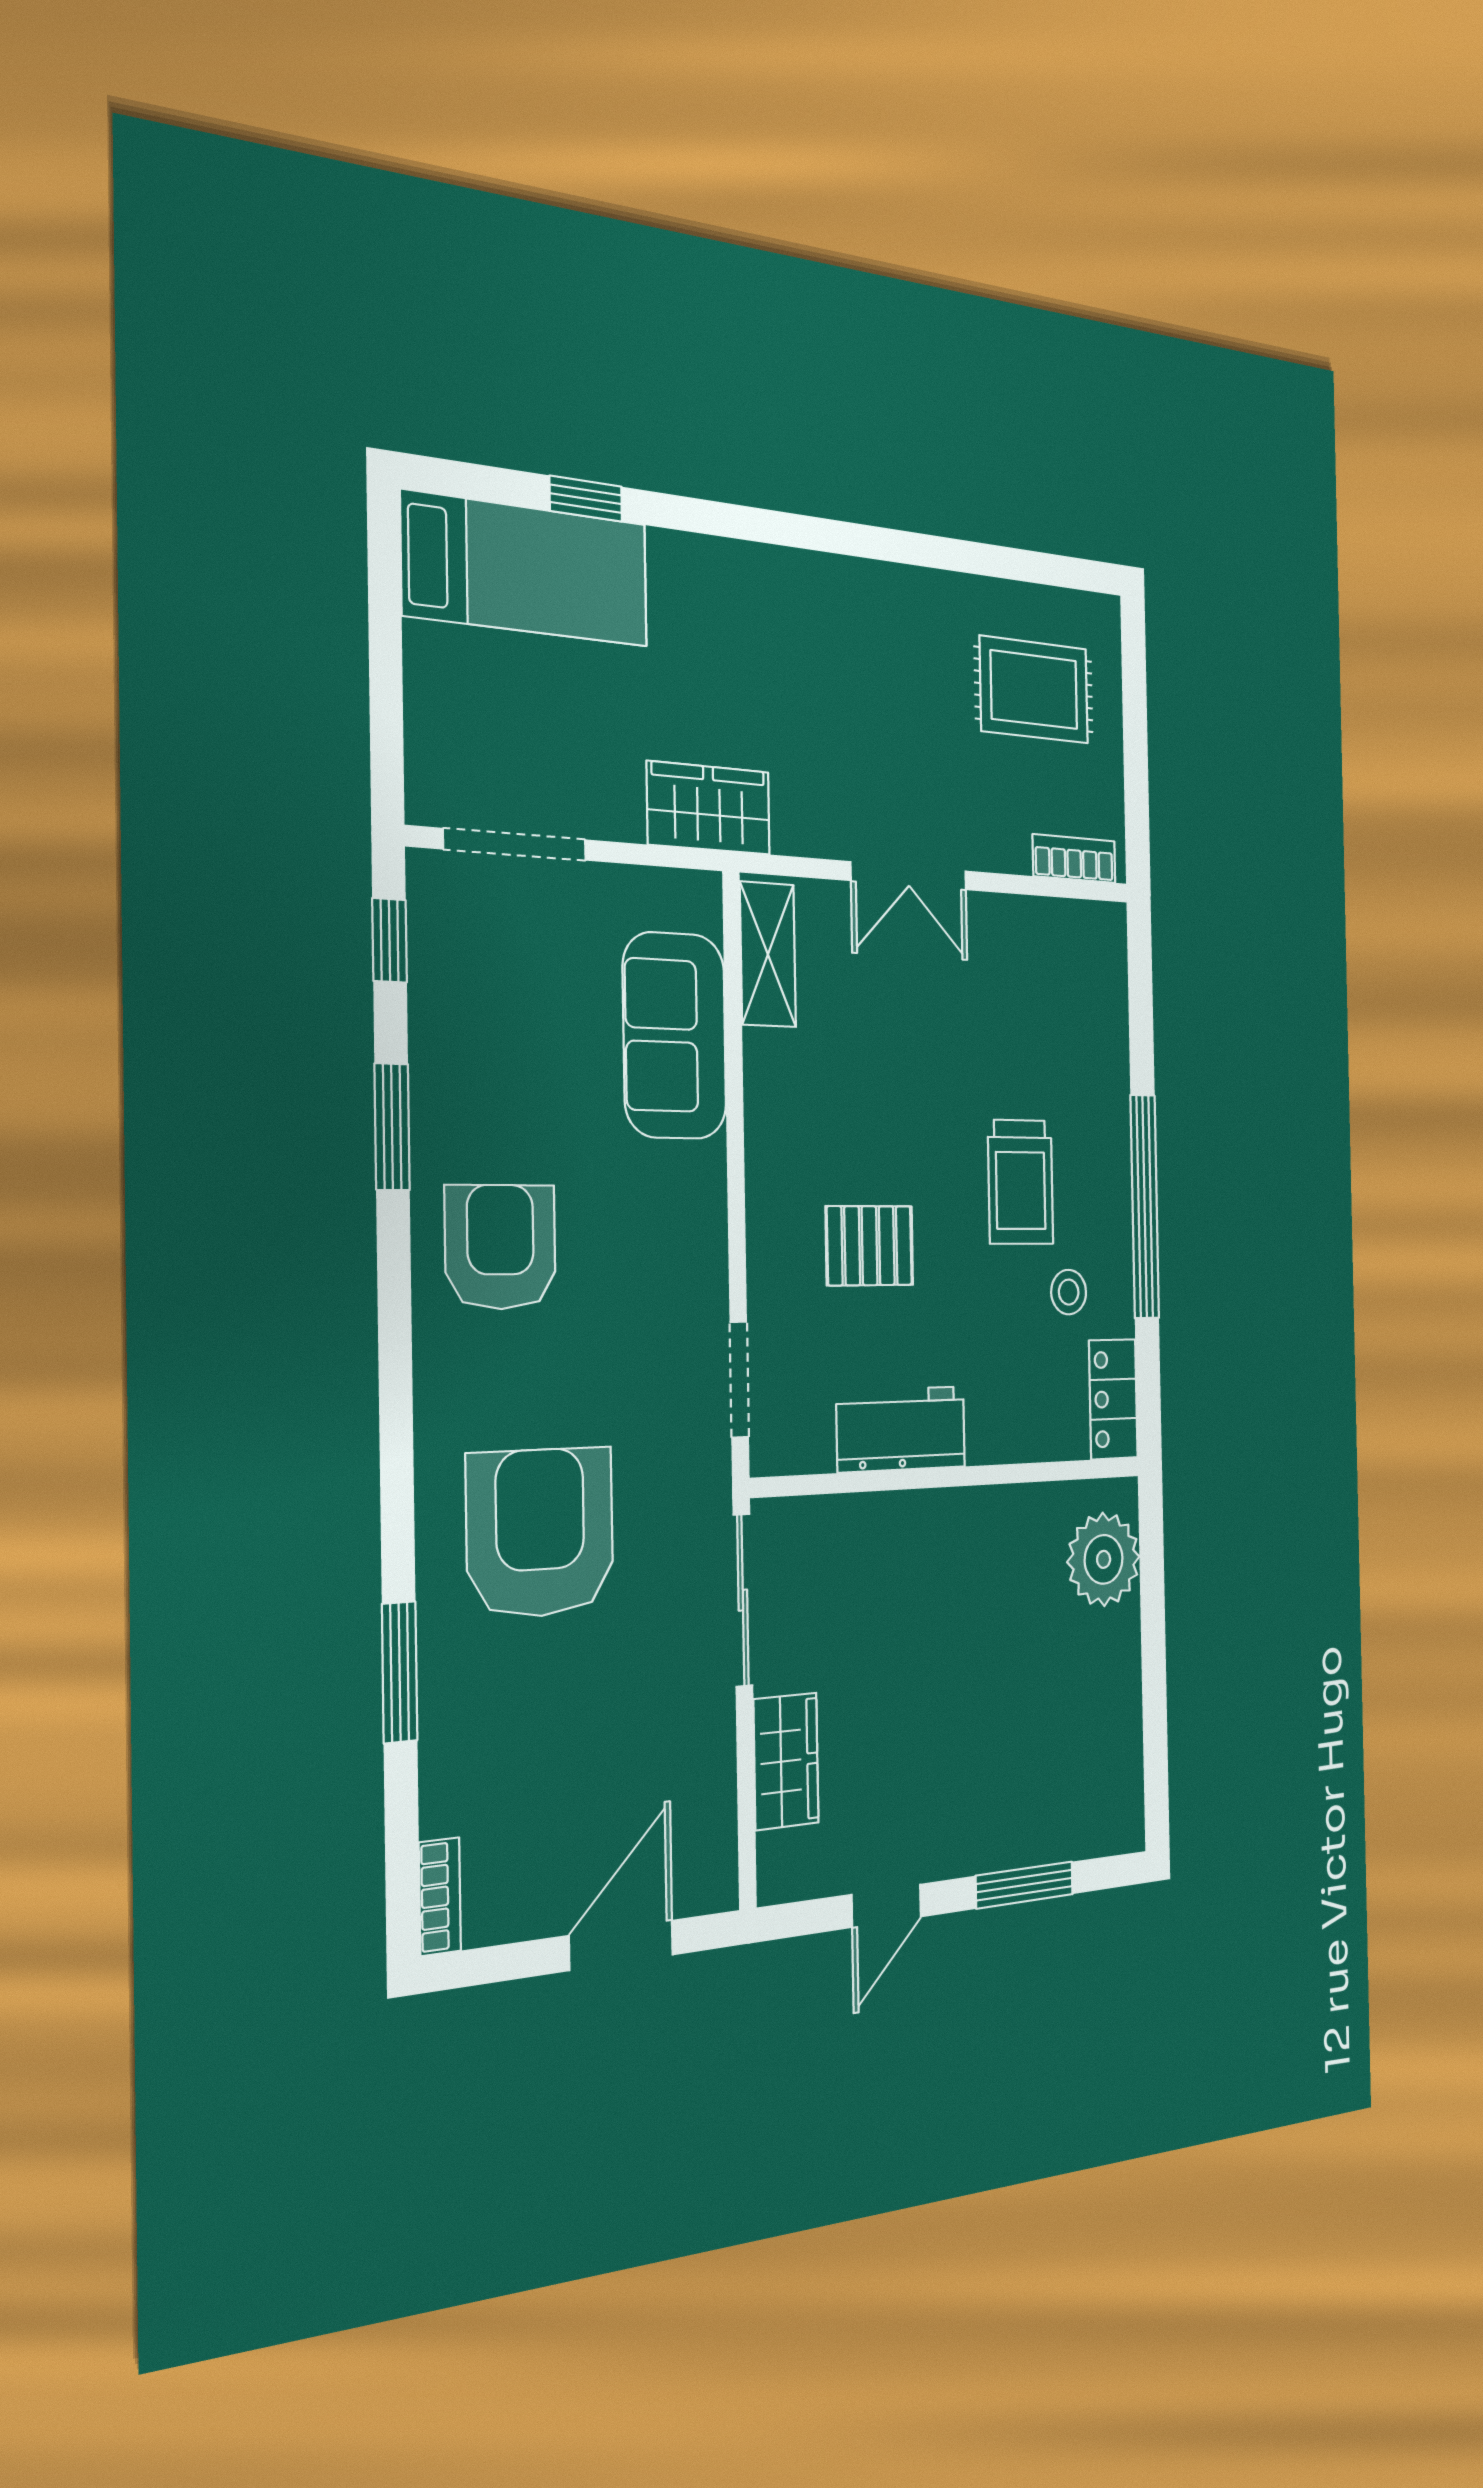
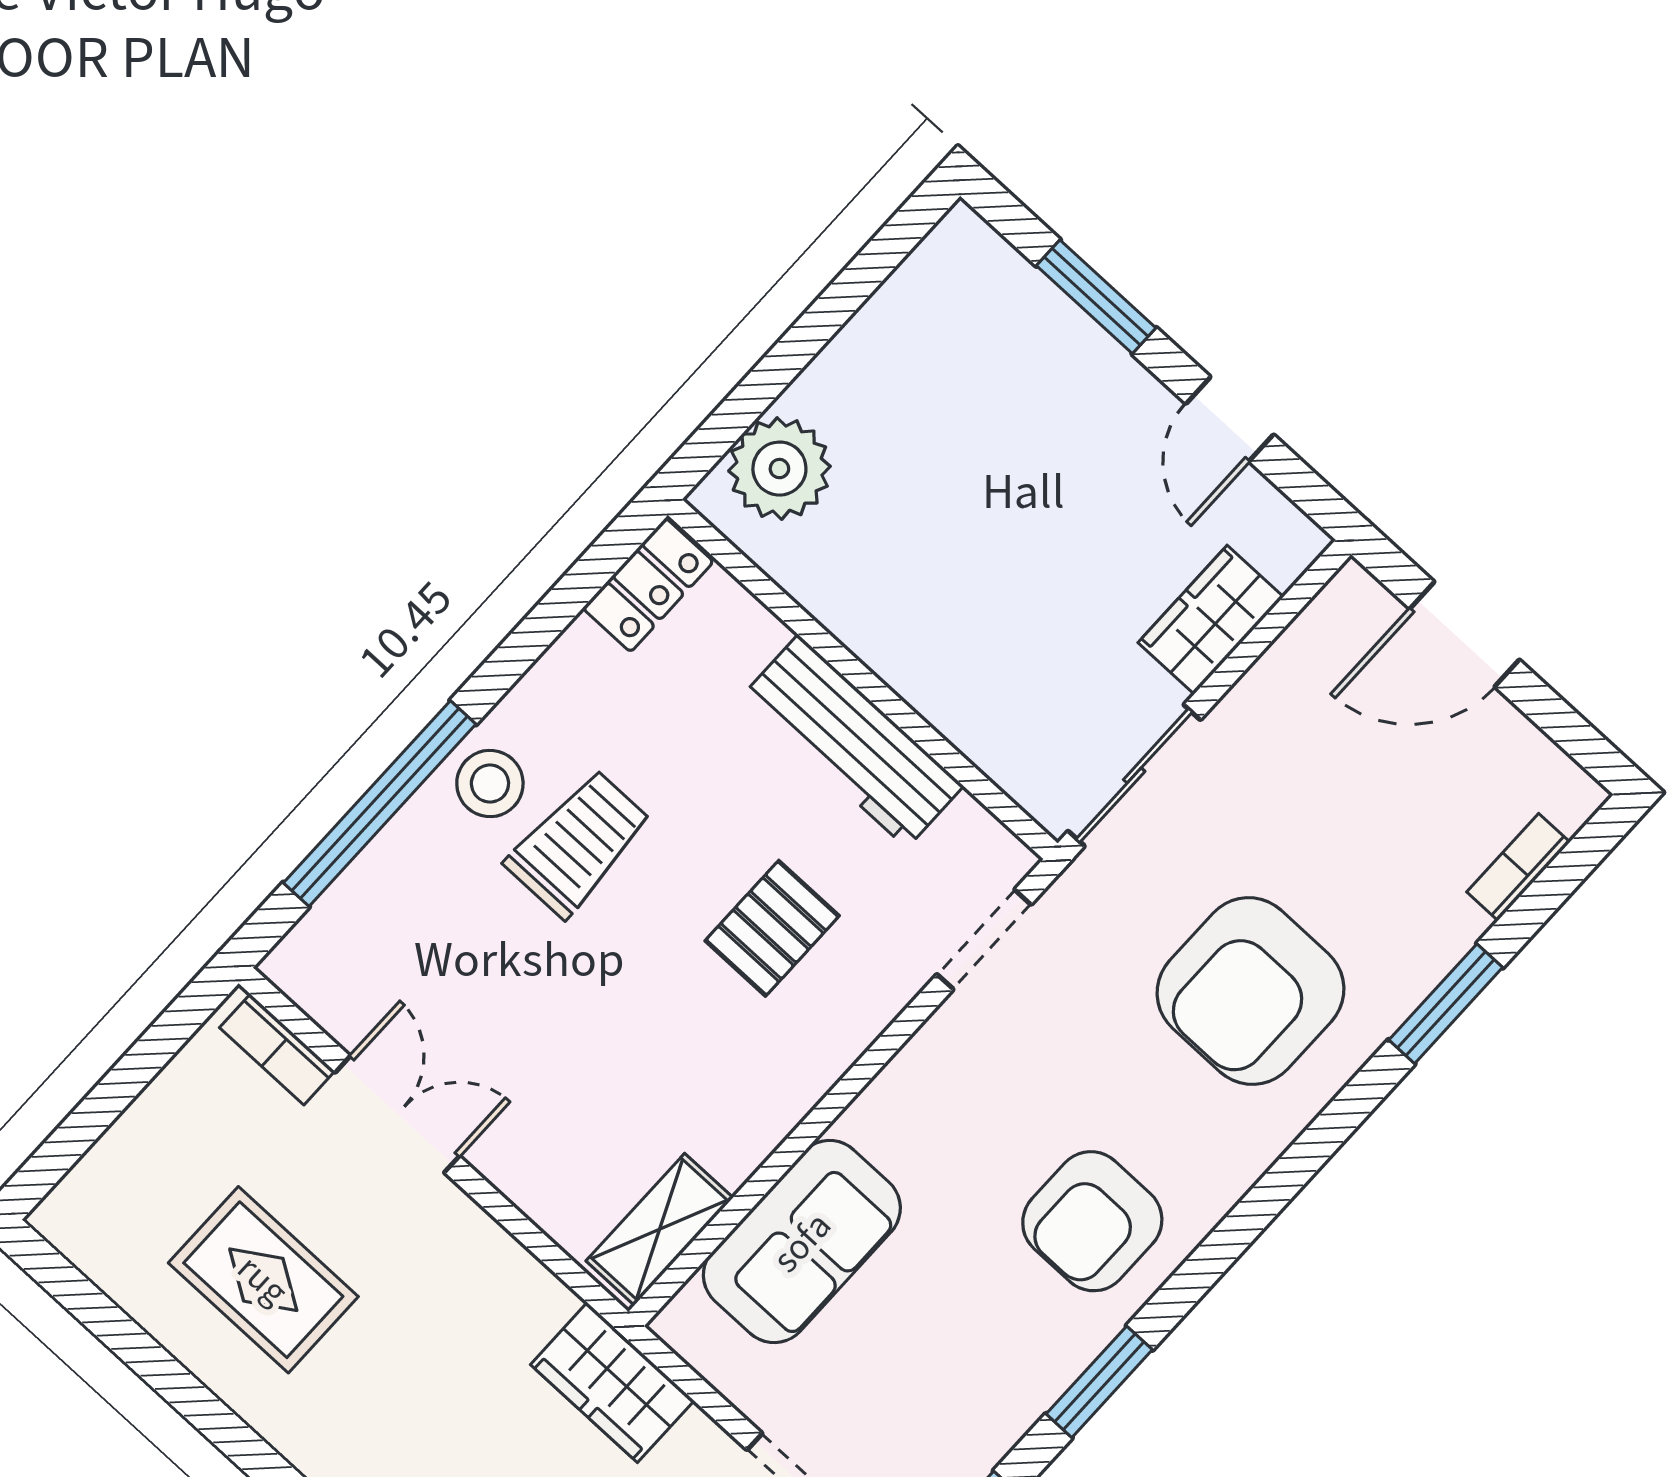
rug: (1034, 690) -> (263, 1280), moved
double door: (909, 876) -> (397, 1114), moved
window: (1145, 1207) -> (380, 803), moved
pallet: (870, 1246) -> (772, 928), turned 90
stool: (1069, 1292) -> (490, 784), moved, width x1.37, depth x1.37
workbench: (901, 1429) -> (852, 741), width x1.38
bookcase: (440, 1897) -> (1518, 867), moved
door: (886, 1906) -> (1230, 419), swing flipped

